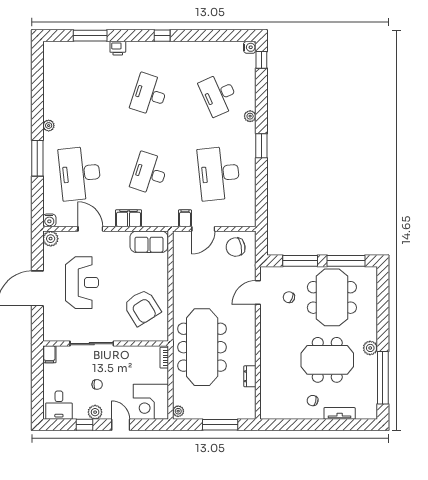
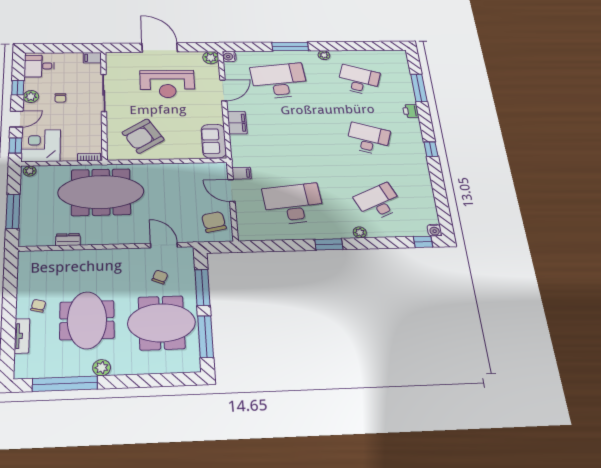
desk: (149, 173) -> (359, 80), moved
window: (150, 425) -> (15, 146), added

